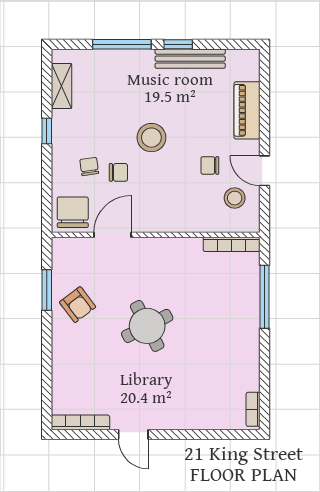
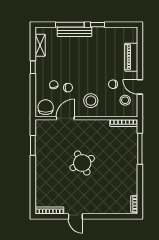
bench: (190, 59) -> (74, 32), moved
stool: (151, 138) -> (91, 101), moved
armchair: (78, 305) -> (48, 153), removed

